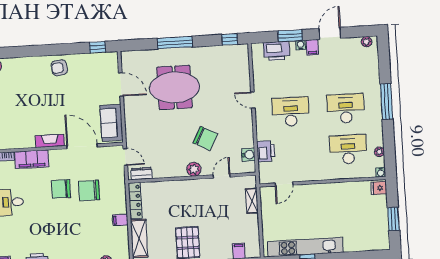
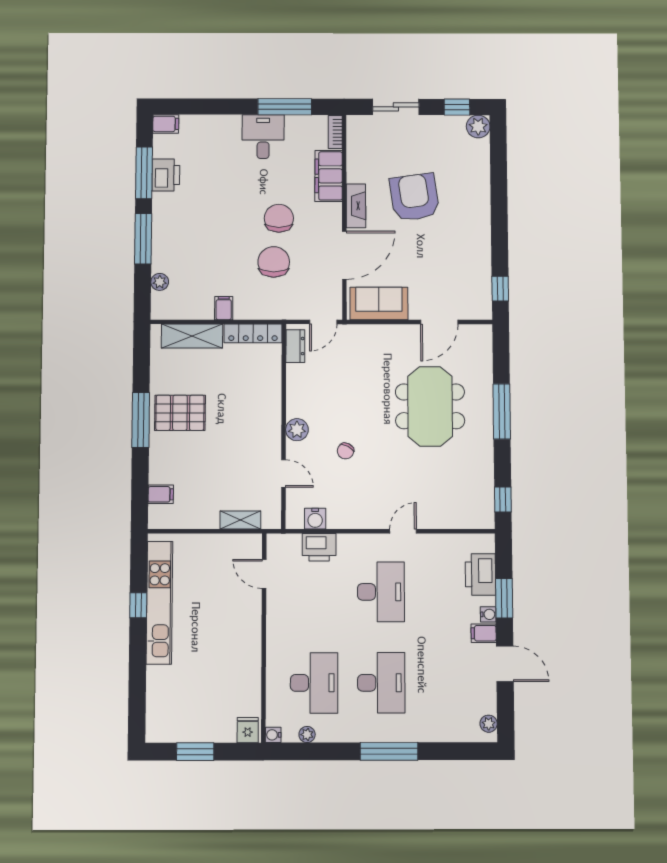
armchair: (59, 68) -> (414, 197), moved, width x1.88, depth x1.88
chair: (205, 138) -> (345, 451), width x0.54, depth x0.54

